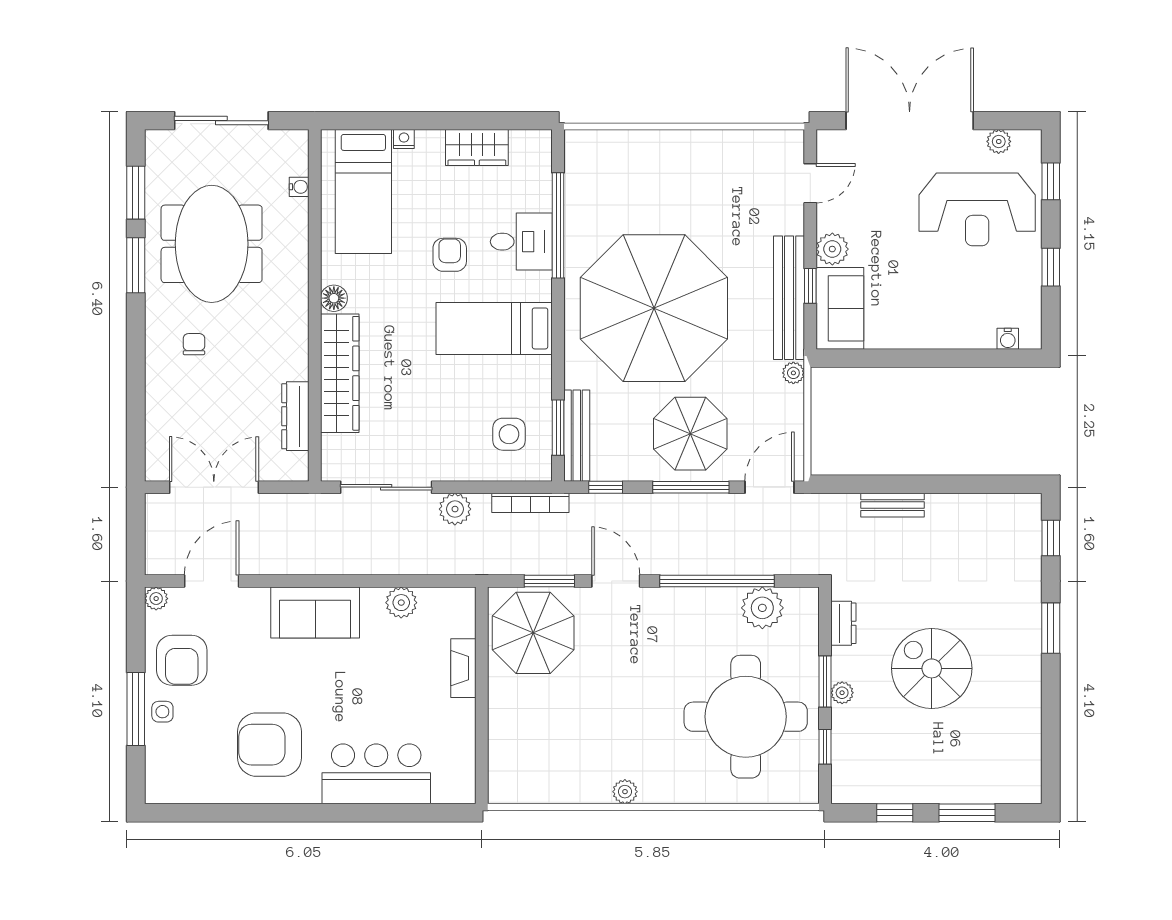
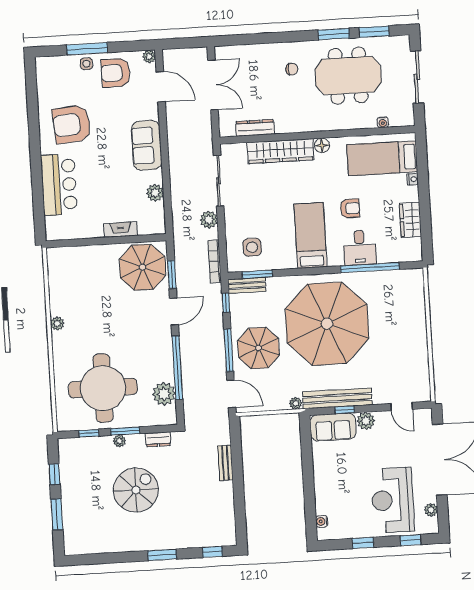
bench: (577, 436) -> (247, 285), width x0.73
armchair: (270, 745) -> (72, 124), turned -95

